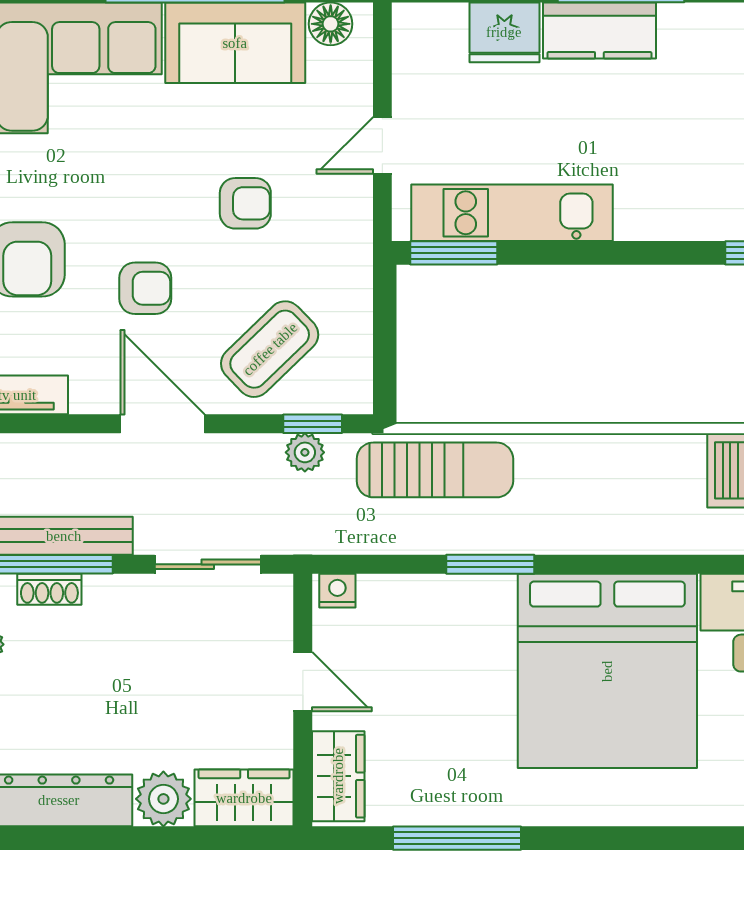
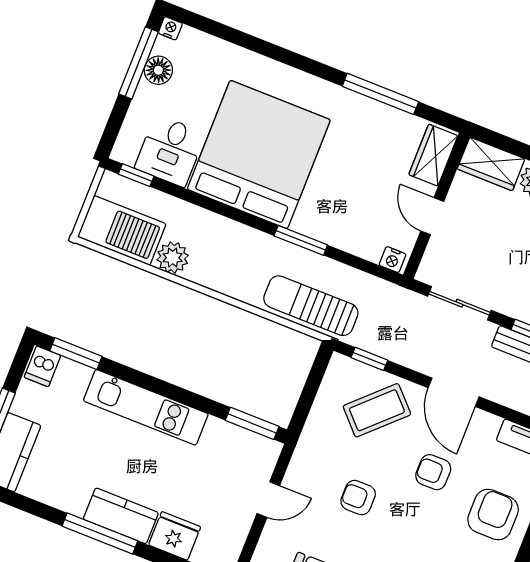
kitchen unit: (512, 213) -> (146, 407), moved
plant: (305, 452) -> (173, 258), moved, width x1.38, depth x1.38

